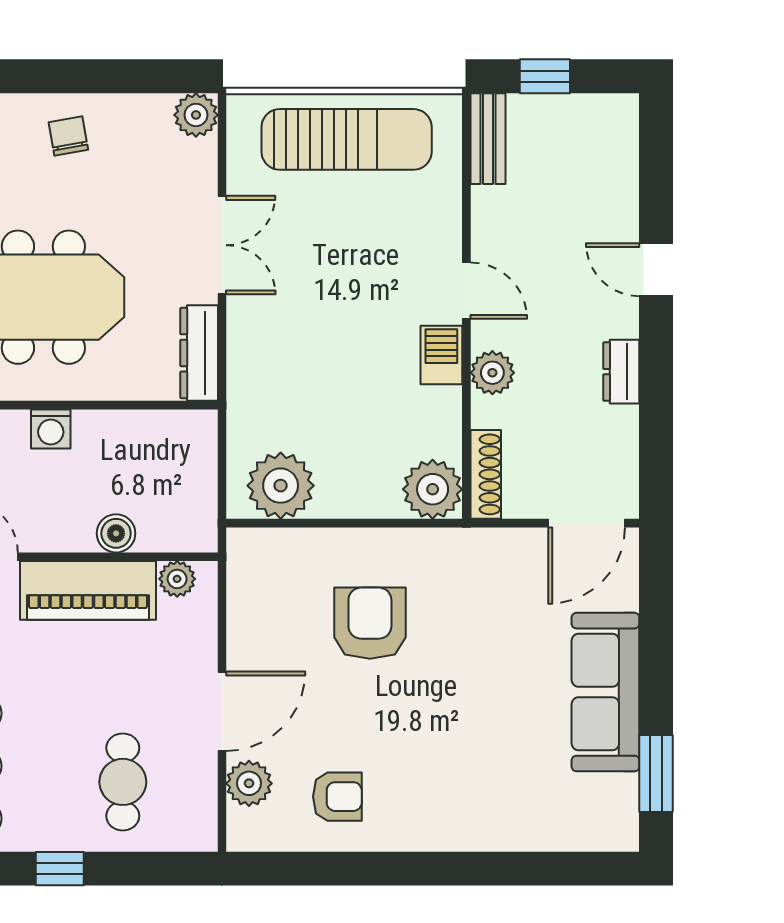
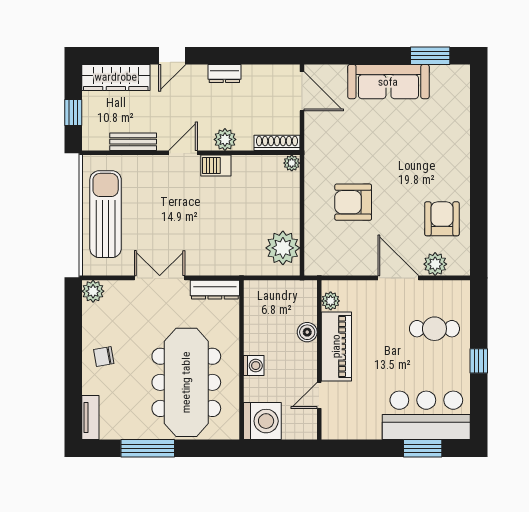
bench: (488, 139) -> (133, 142), moved
wardrobe: (614, 160) -> (116, 77), added
plant: (433, 489) -> (292, 163), width x0.53, depth x0.53
armchair: (337, 797) -> (442, 219), width x1.38, depth x1.38

